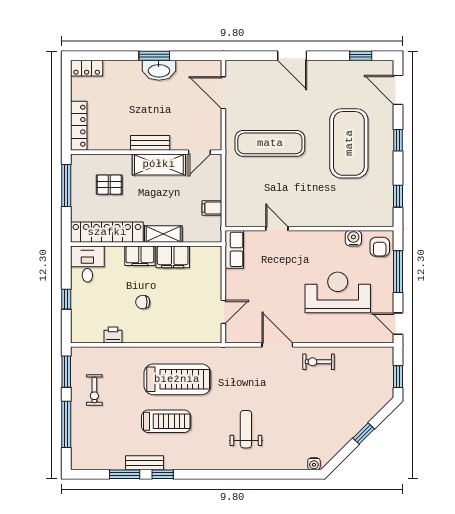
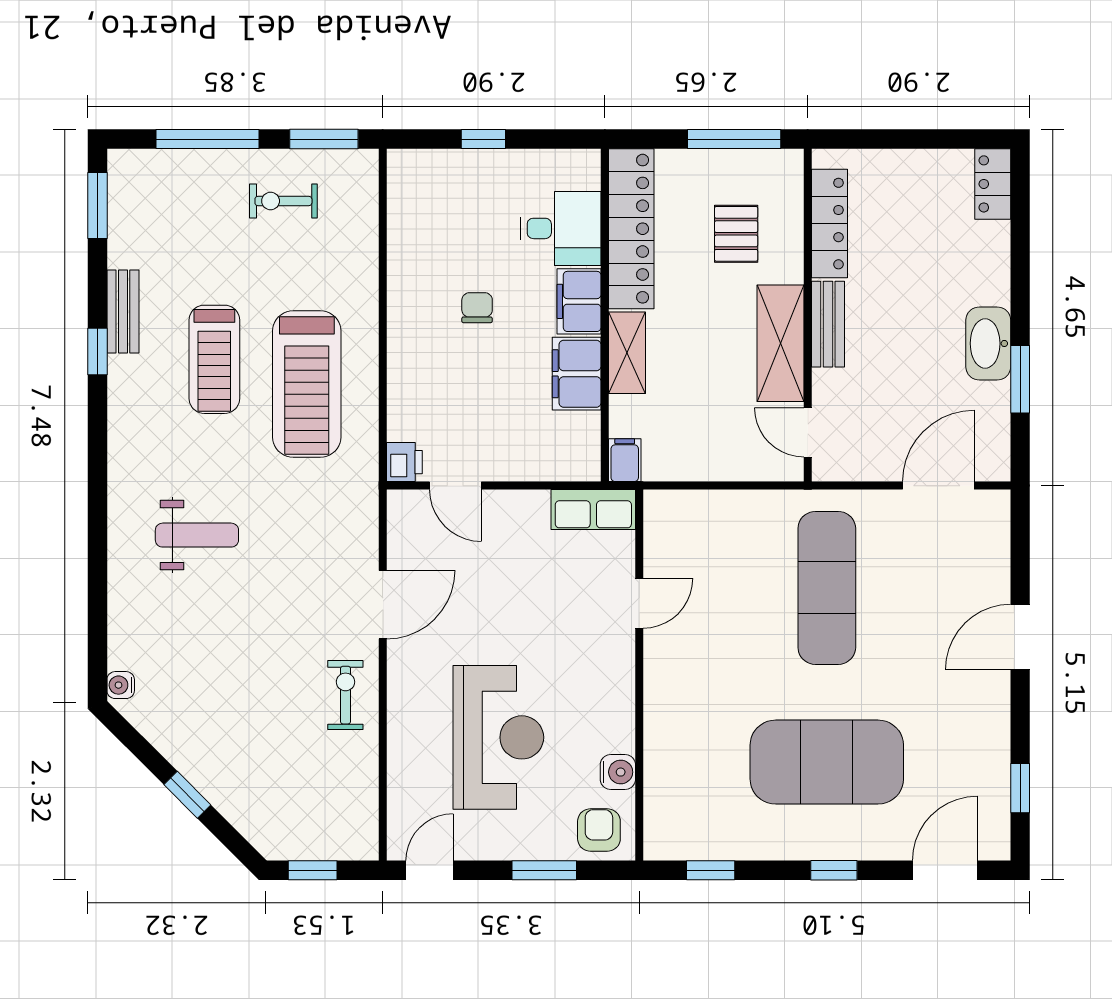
window: (154, 56) -> (1020, 379), moved
locker: (79, 126) -> (829, 224), moved, turned -90
filing cabinet: (212, 208) -> (625, 460), moved
armchair: (380, 247) -> (599, 830), turned 90
desk: (87, 264) -> (561, 228), moved
window: (398, 272) -> (544, 870), width x0.69
printer: (113, 335) -> (404, 462), moved
window: (125, 474) -> (98, 206), moved

